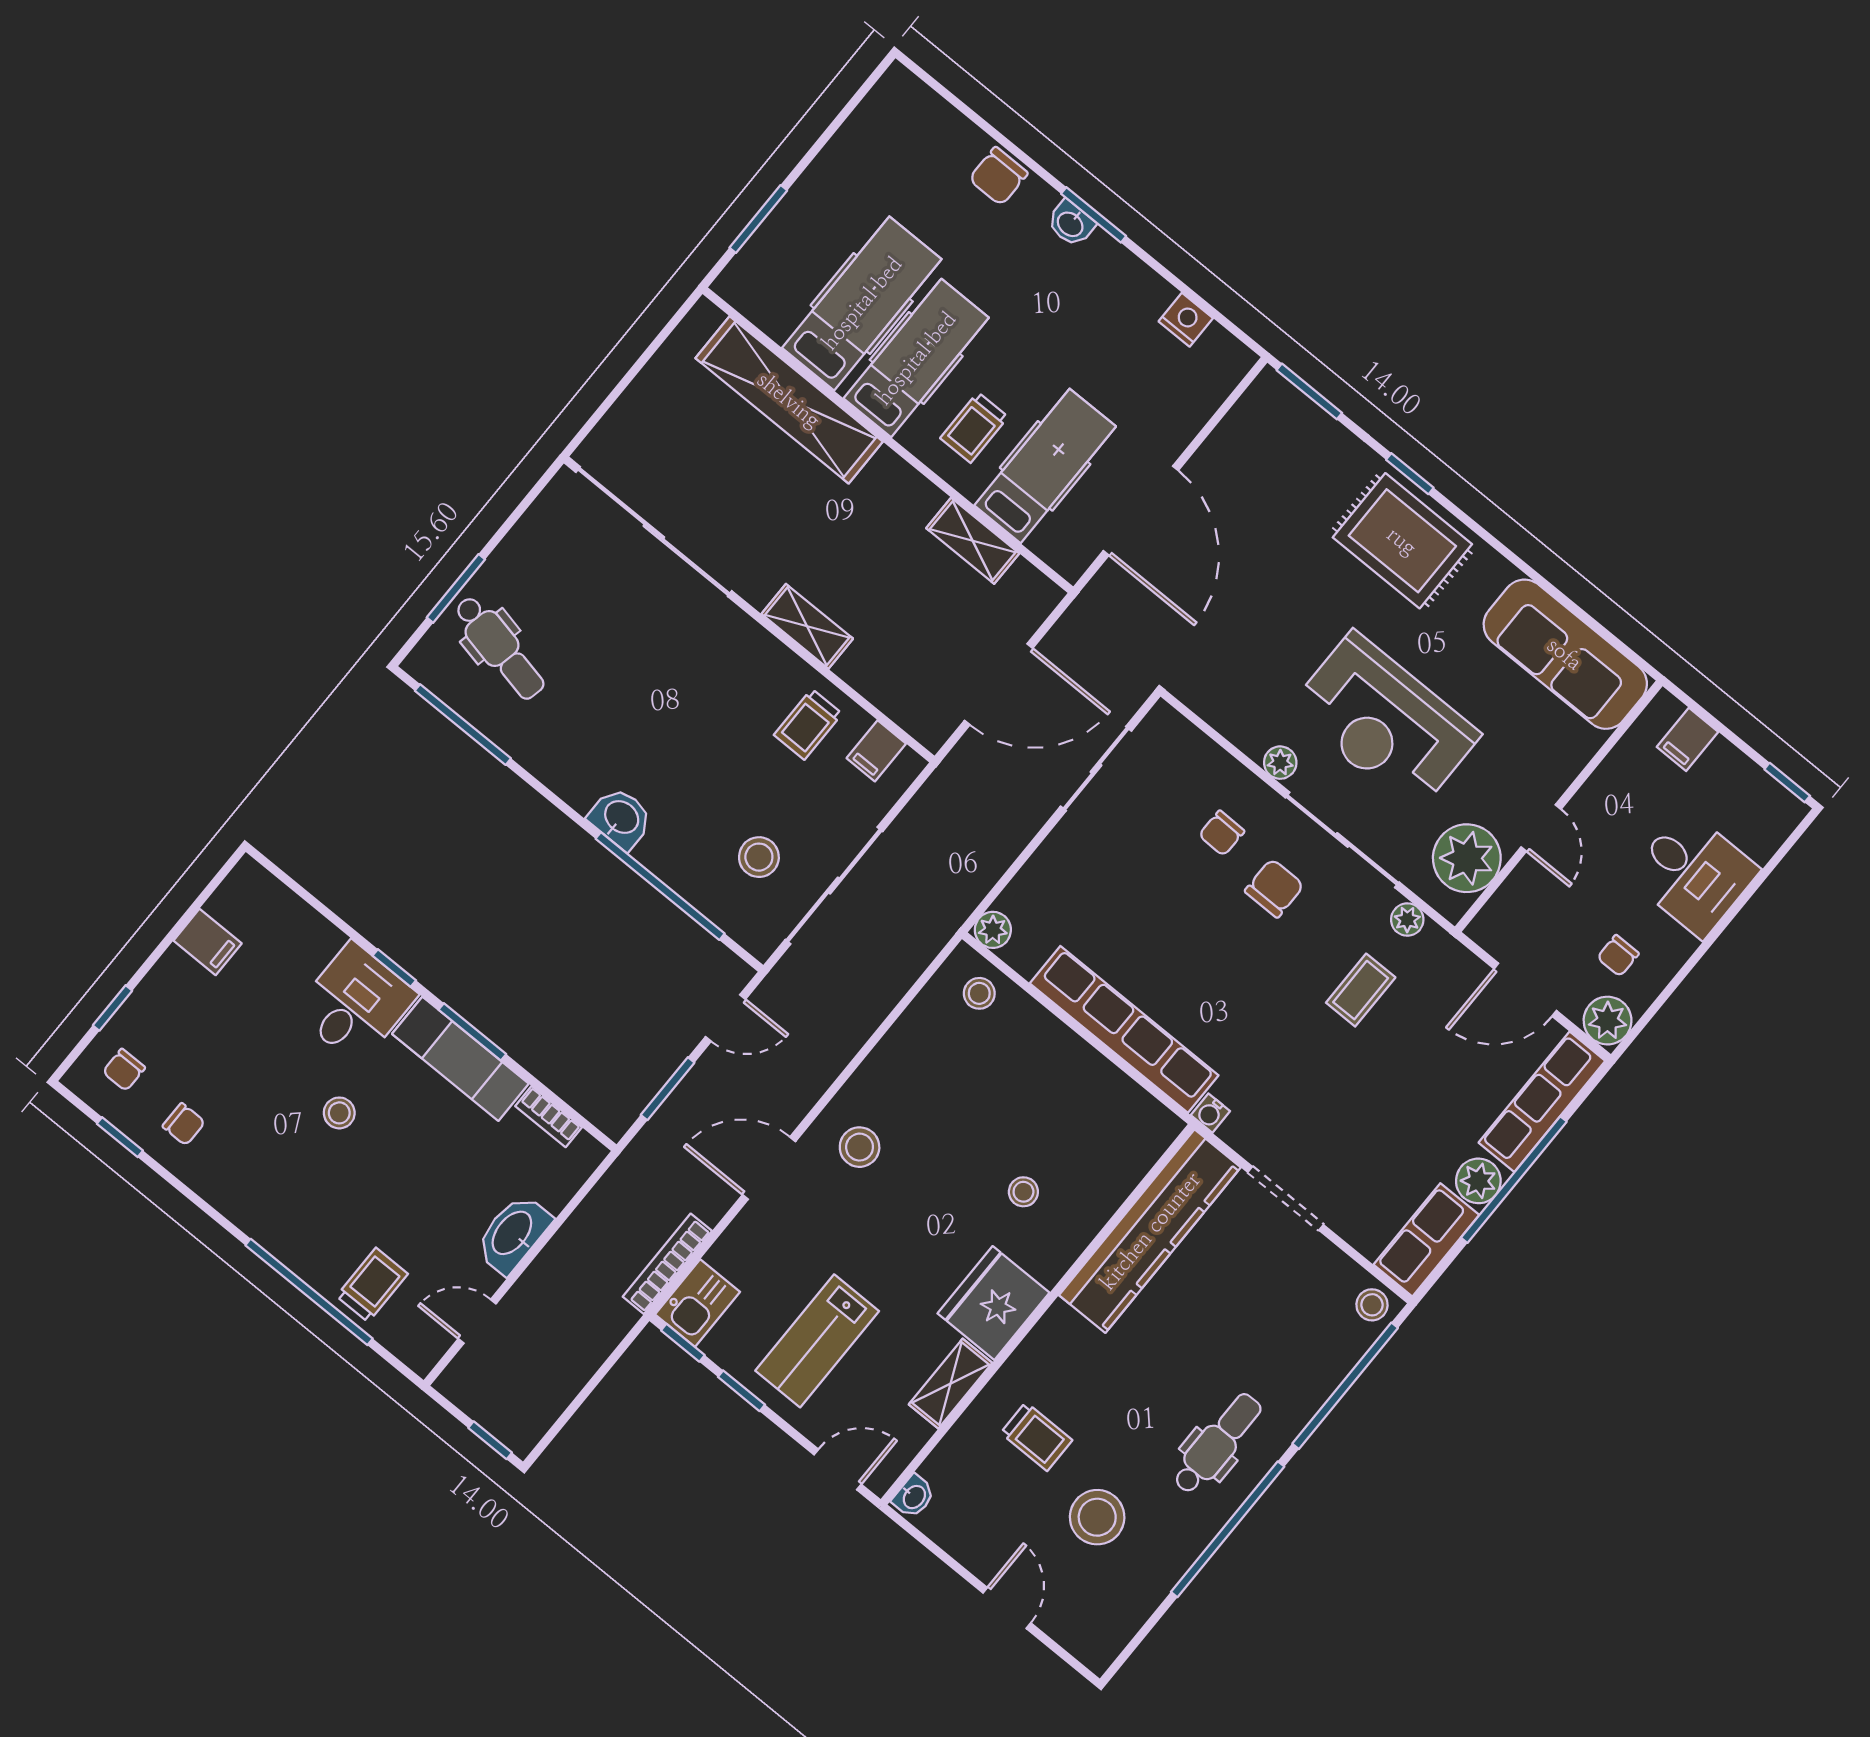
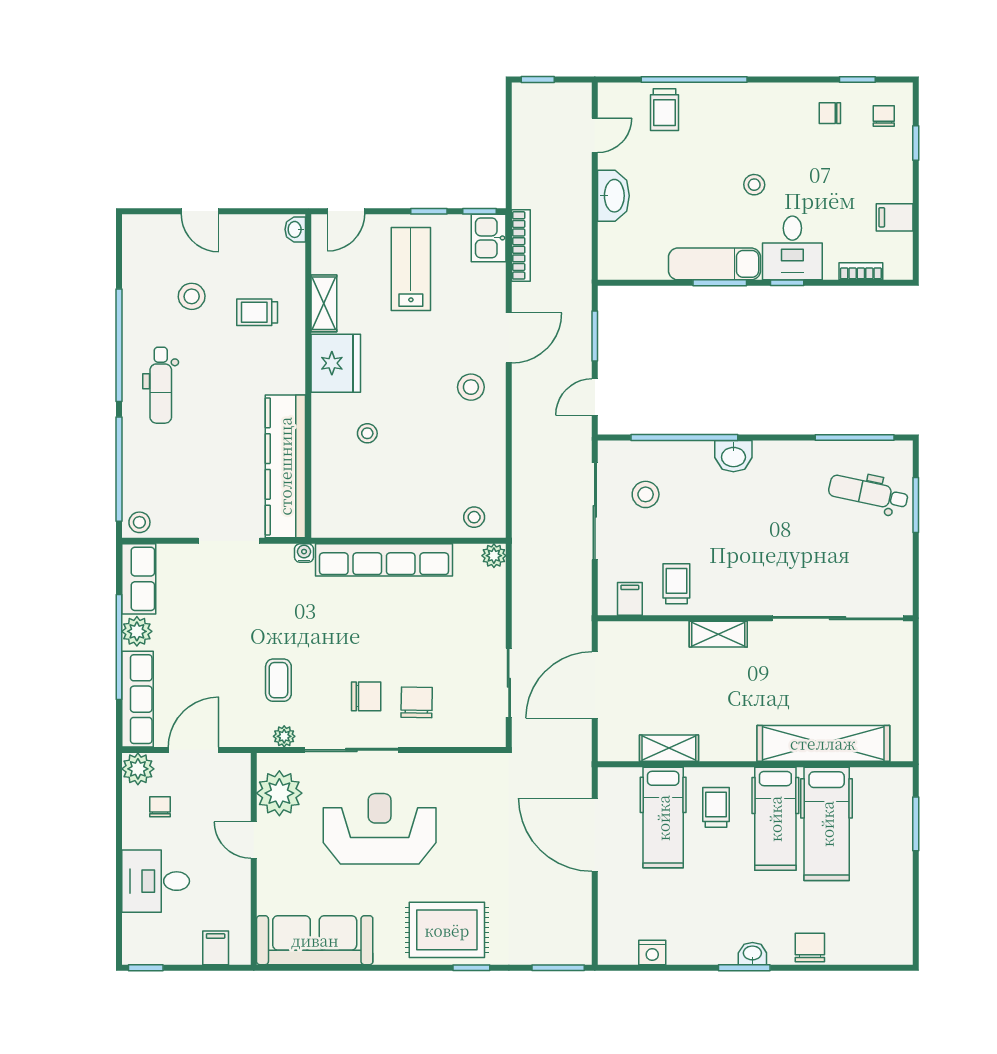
plant: (1280, 763) -> (416, 764), removed
chair: (1222, 833) -> (417, 702), width x1.37, depth x1.37
chair: (1274, 888) -> (366, 696), turned -90
bookcase: (549, 1117) -> (861, 271), moved
stool: (1097, 1517) -> (192, 296), width x0.73, depth x0.73

